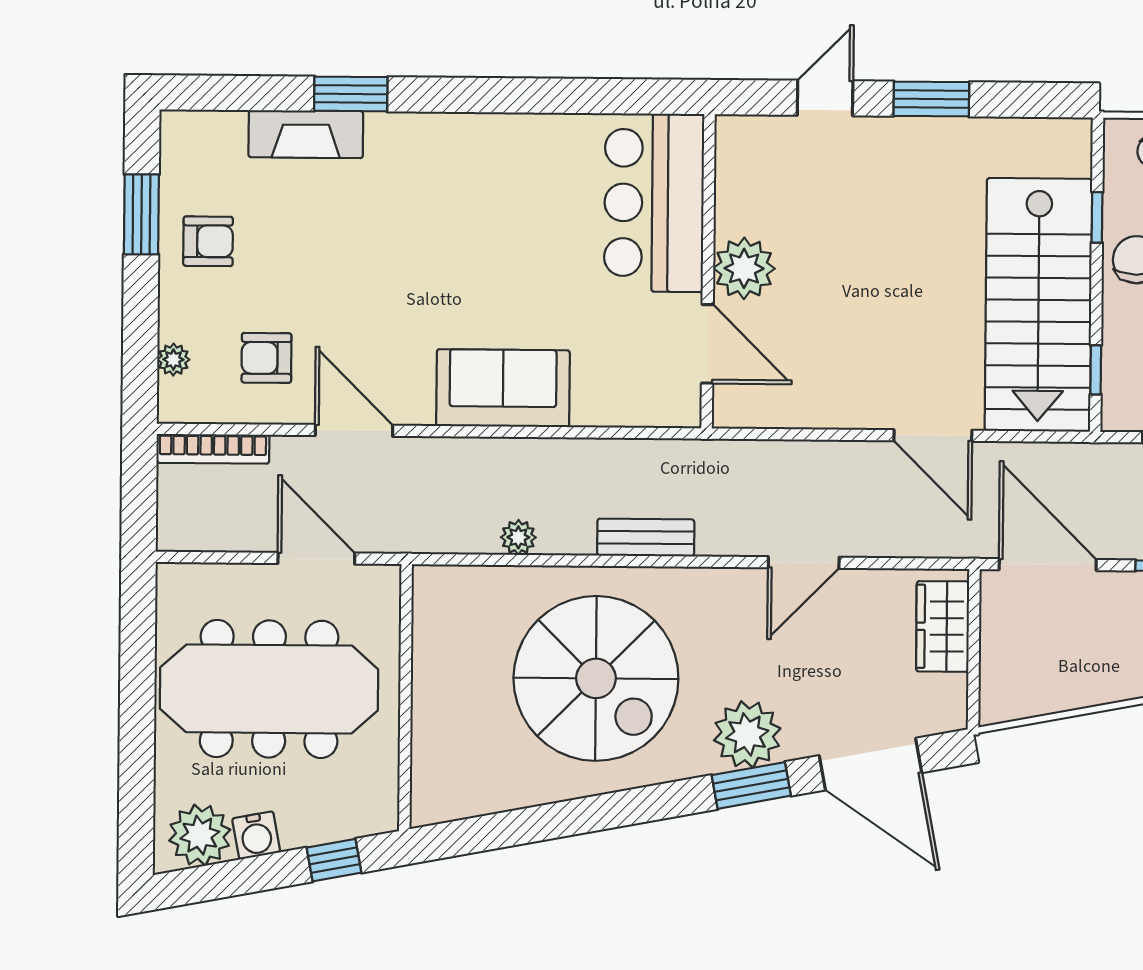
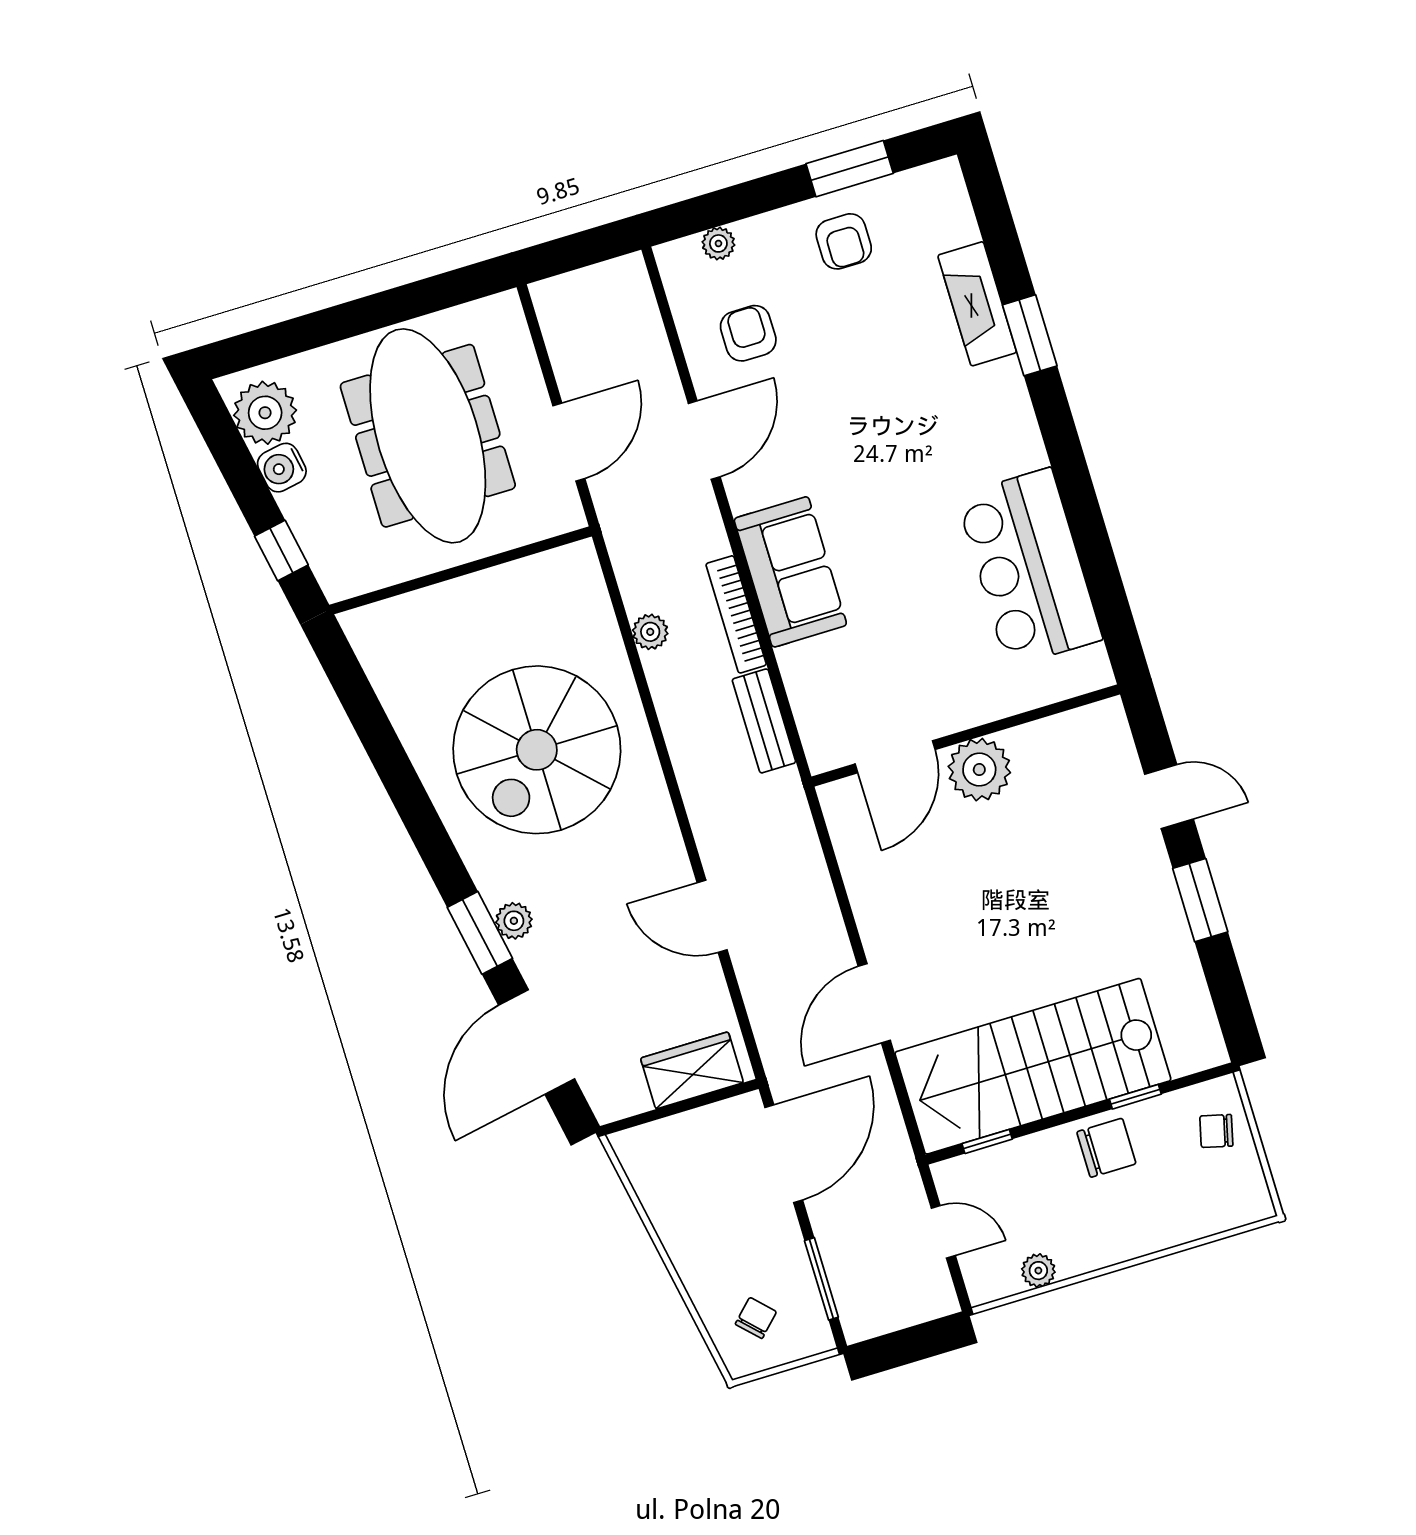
bar counter: (654, 203) -> (1029, 568), moved, turned -90
bookcase: (213, 449) -> (736, 614), moved
bench: (646, 537) -> (764, 721), moved
plant: (747, 734) -> (514, 921), width x0.53, depth x0.53

